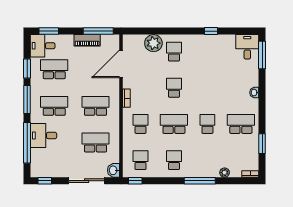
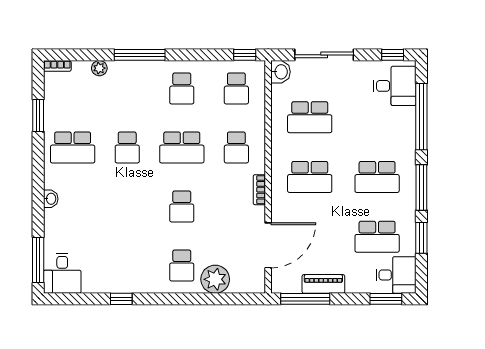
desk: (43, 136) -> (395, 86), moved

